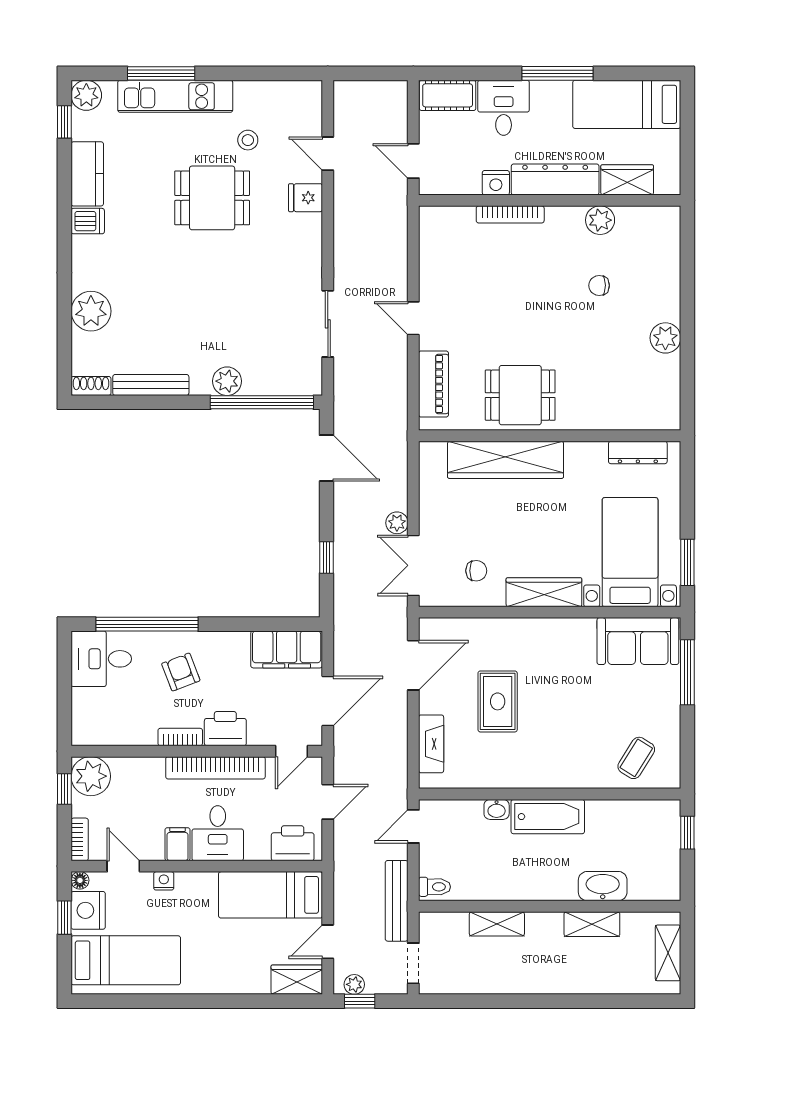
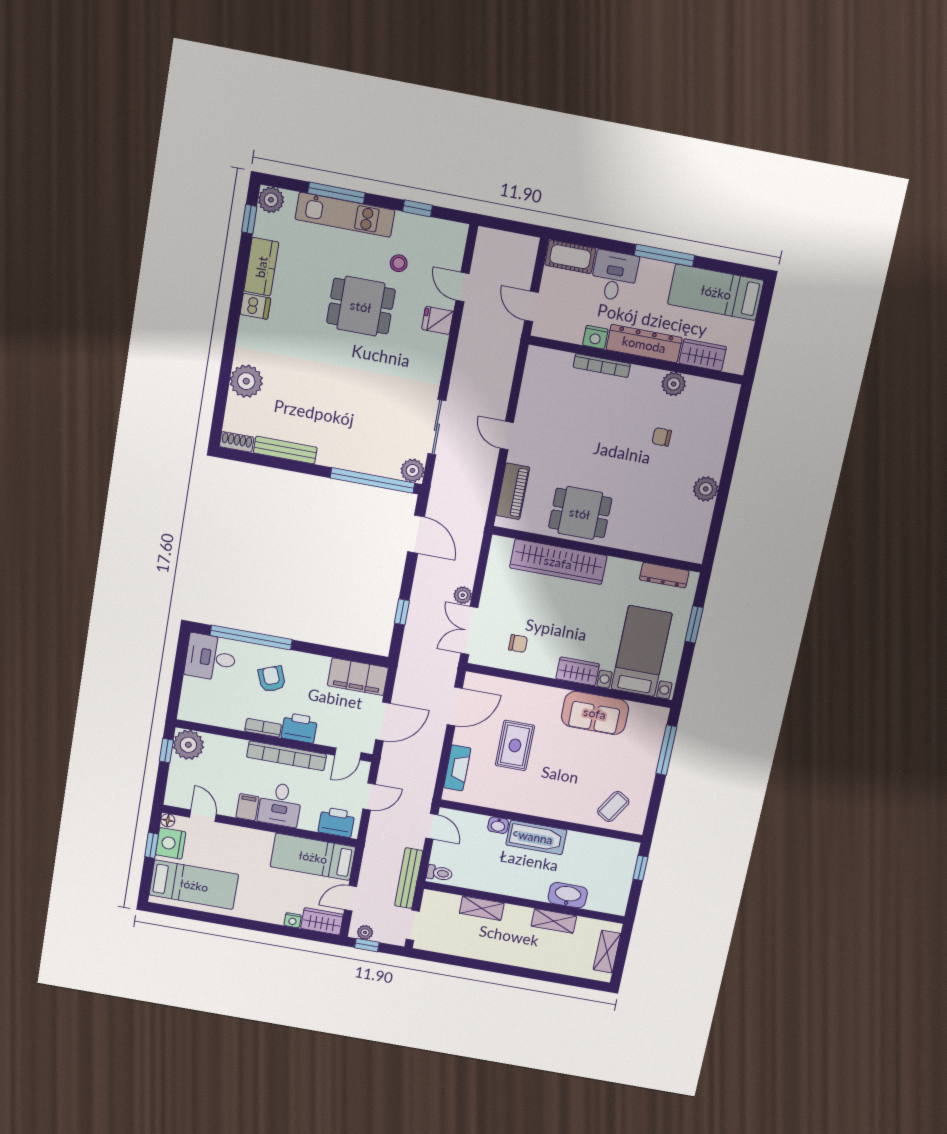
window: (259, 73) -> (418, 208), added
plant: (227, 381) -> (412, 470), moved
window: (687, 562) -> (694, 625), moved
wardrobe: (544, 592) -> (578, 671), width x0.67
sofa: (638, 641) -> (595, 713), moved
door: (413, 826) -> (432, 826), swing flipped
bookcase: (80, 839) -> (172, 790), removed
nightstand: (164, 881) -> (293, 920), moved, turned 180

